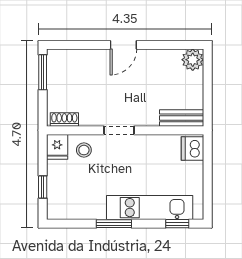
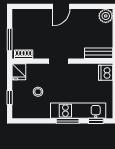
window: (43, 72) -> (10, 40), moved
stool: (84, 150) -> (38, 92), moved
window: (114, 224) -> (68, 121), moved

